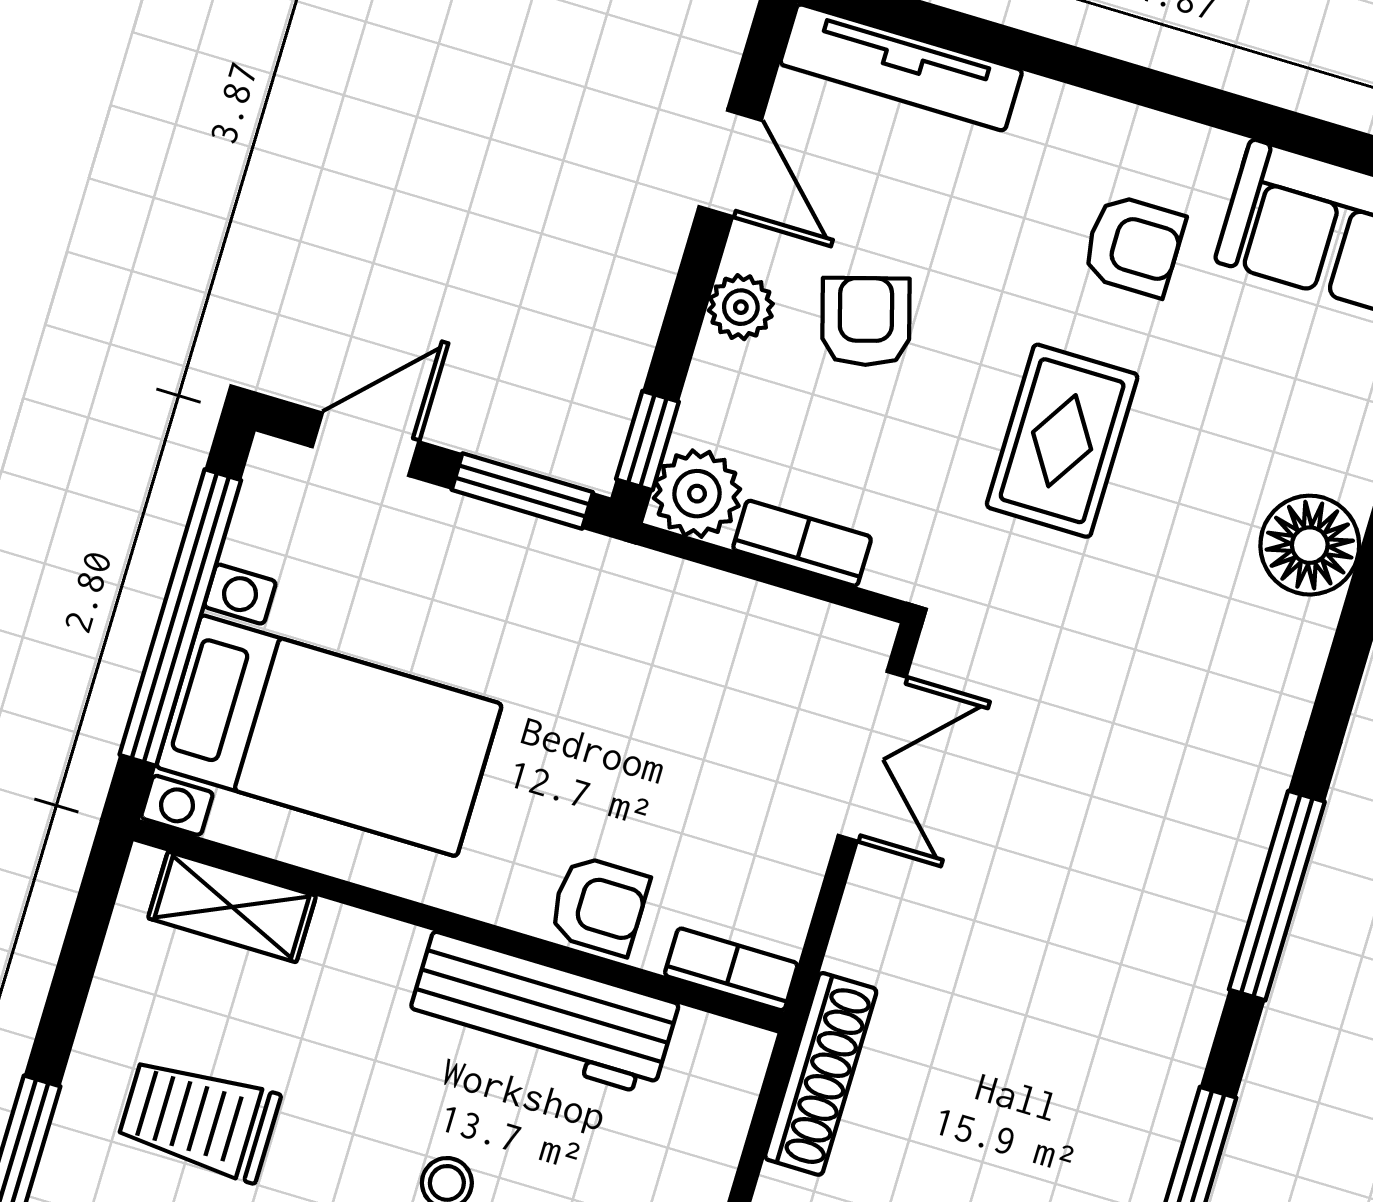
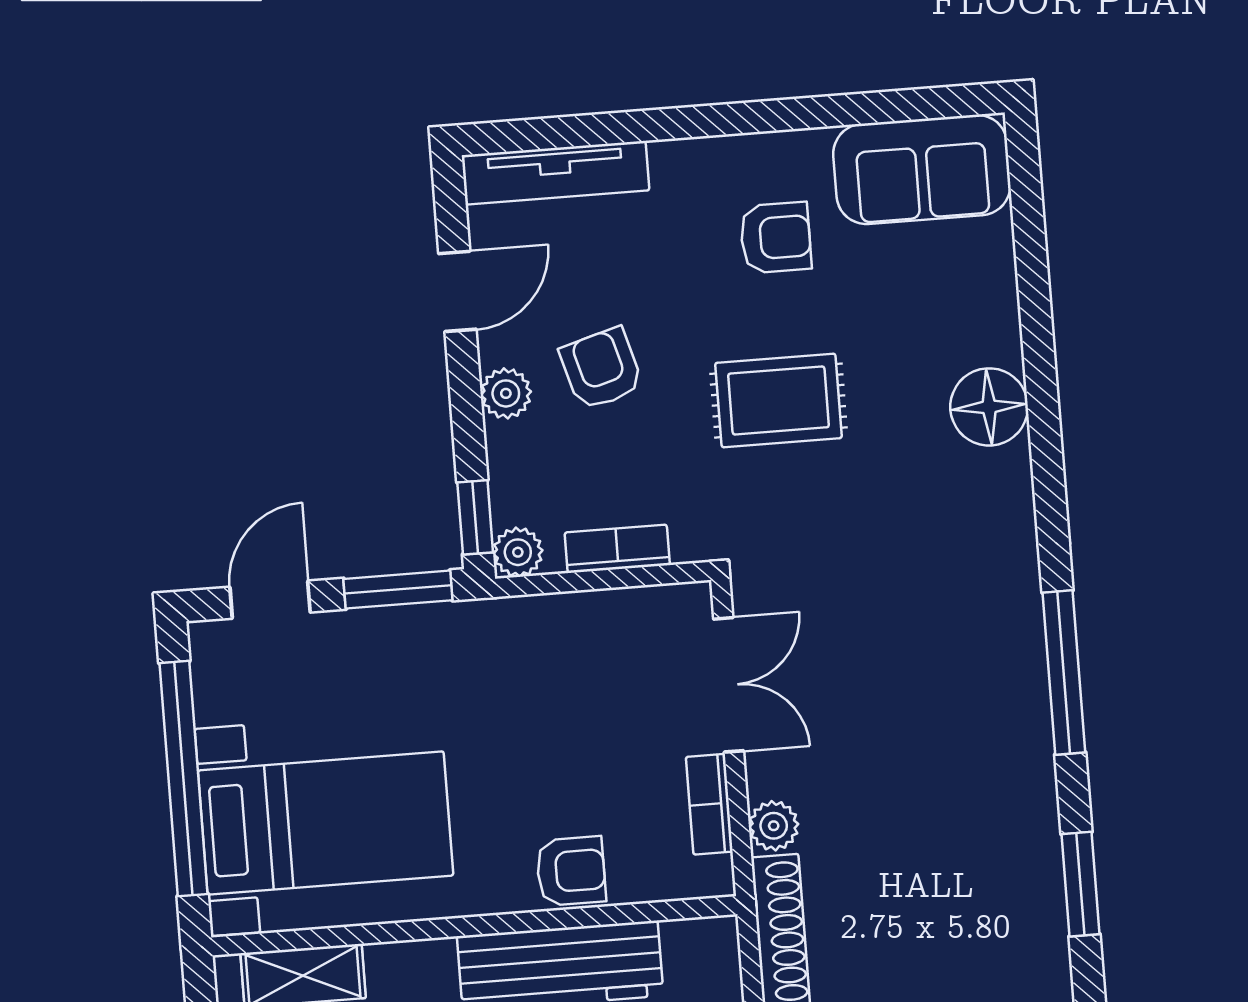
door: (730, 163) -> (457, 291), hinge flipped
rug: (1062, 441) -> (778, 400), turned 90
plant: (697, 494) -> (518, 552), width x0.73, depth x0.73
plant: (861, 945) -> (774, 826), added
bookcase: (731, 969) -> (709, 804), moved, turned -90

